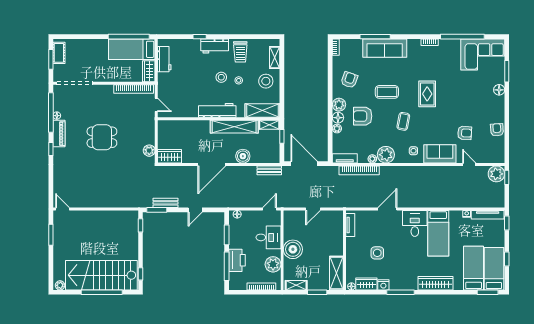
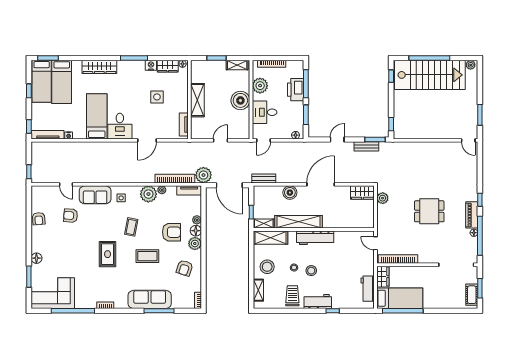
plant: (496, 174) -> (203, 175), moved
shelving: (336, 273) -> (197, 100), moved

